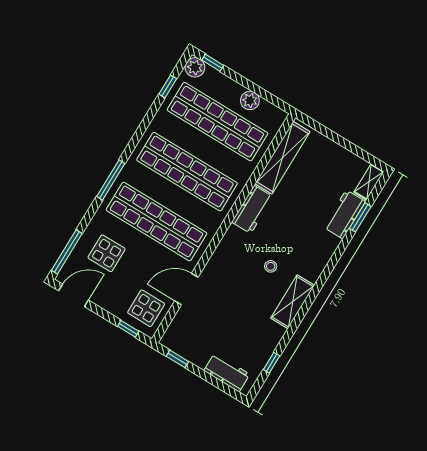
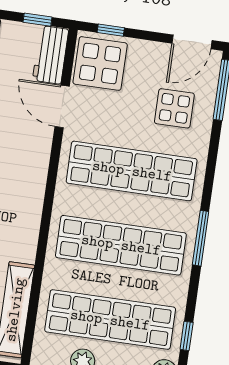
window: (111, 180) -> (201, 238), moved
workbench: (252, 209) -> (50, 55), moved
door: (186, 289) -> (62, 106), swing flipped
display table: (146, 308) -> (100, 63), width x1.36, depth x1.36

